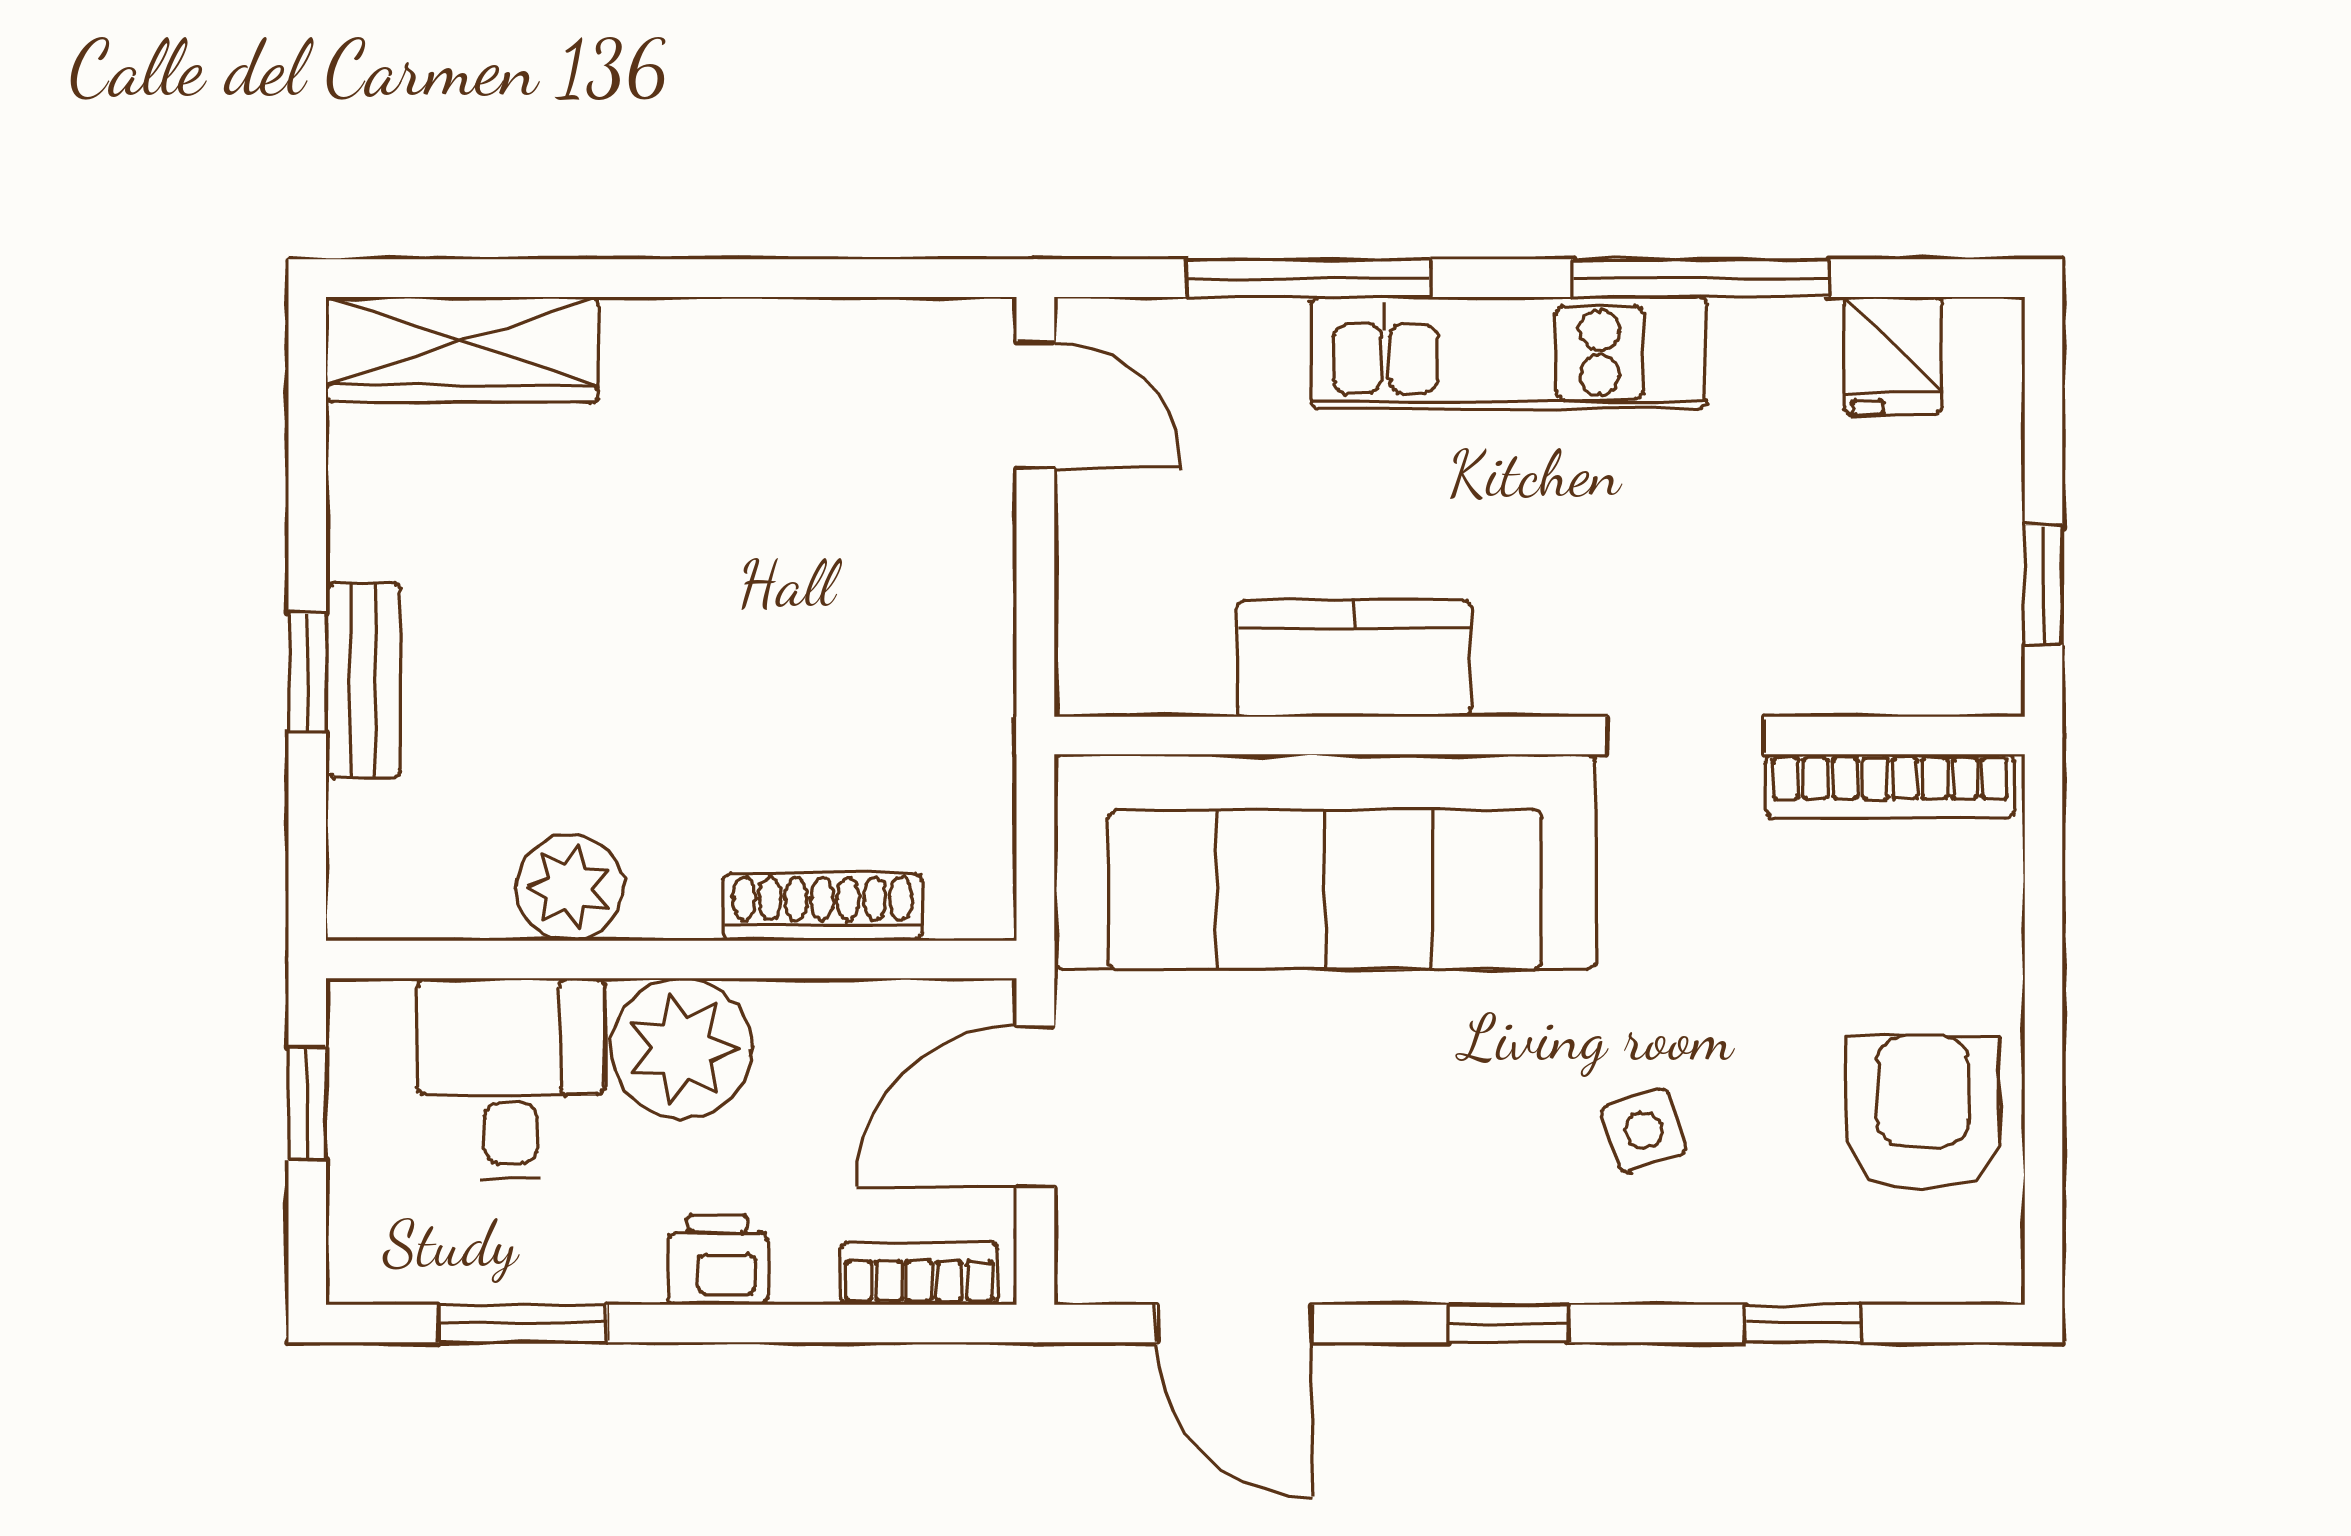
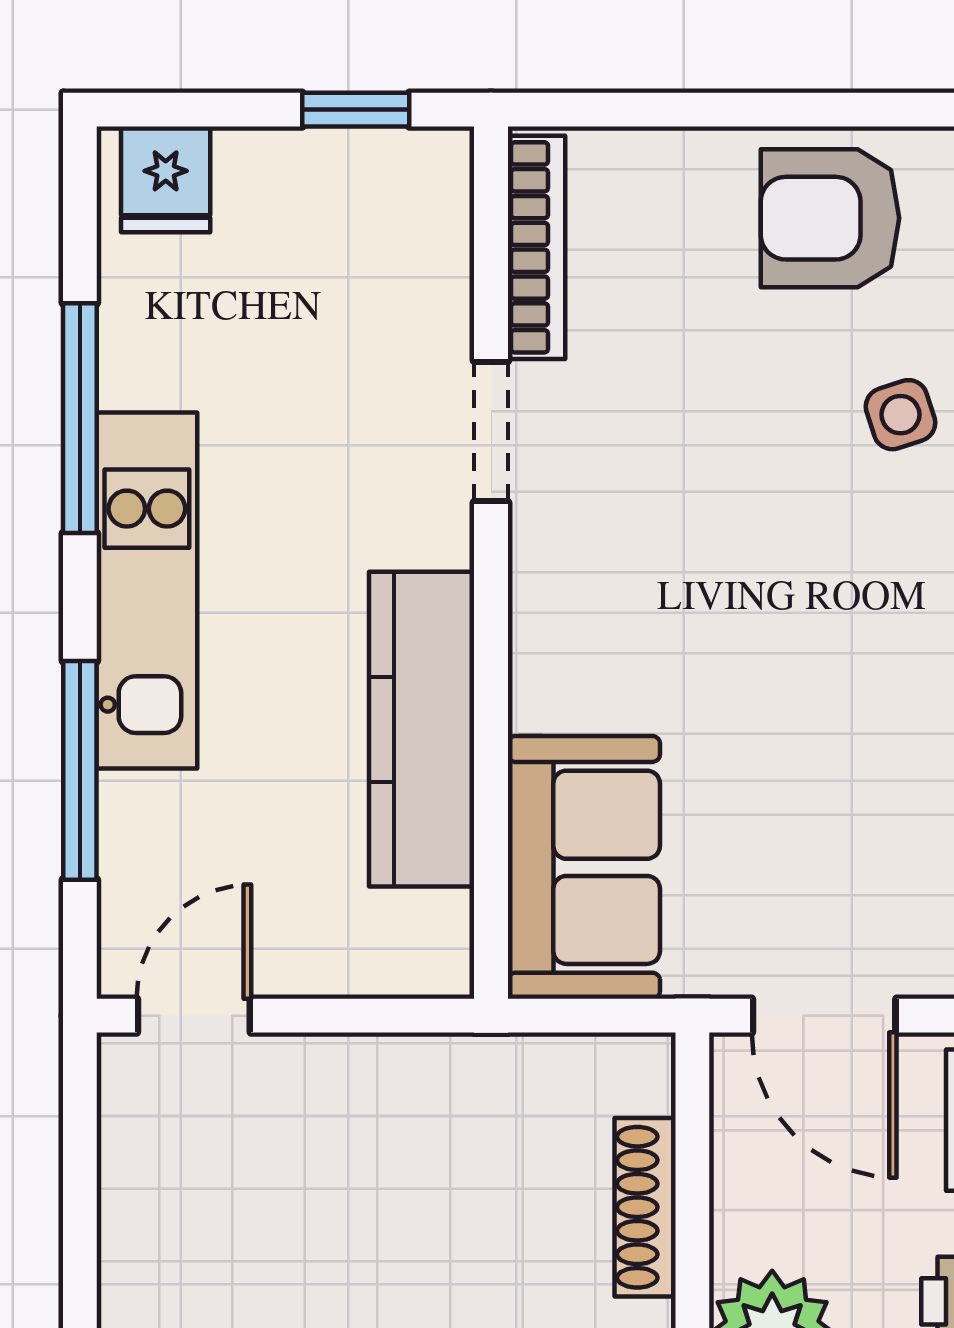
fridge: (1893, 356) -> (166, 179), moved, turned 90
kitchen counter: (1354, 658) -> (422, 729), width x1.50
sofa: (1325, 862) -> (584, 867), width x0.54, depth x0.79
side table: (1644, 1131) -> (900, 415), moved

